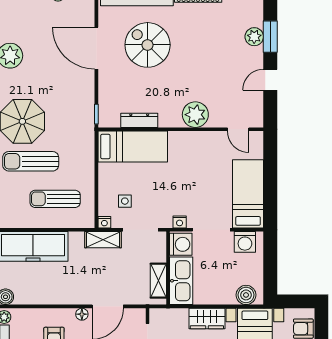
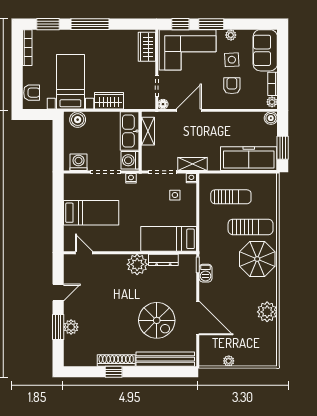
barbecue: (87, 104) -> (206, 273), added
plant: (195, 115) -> (137, 264), moved
bed: (248, 194) -> (91, 213), moved, turned -90
floor lamp: (82, 314) -> (163, 104), moved

